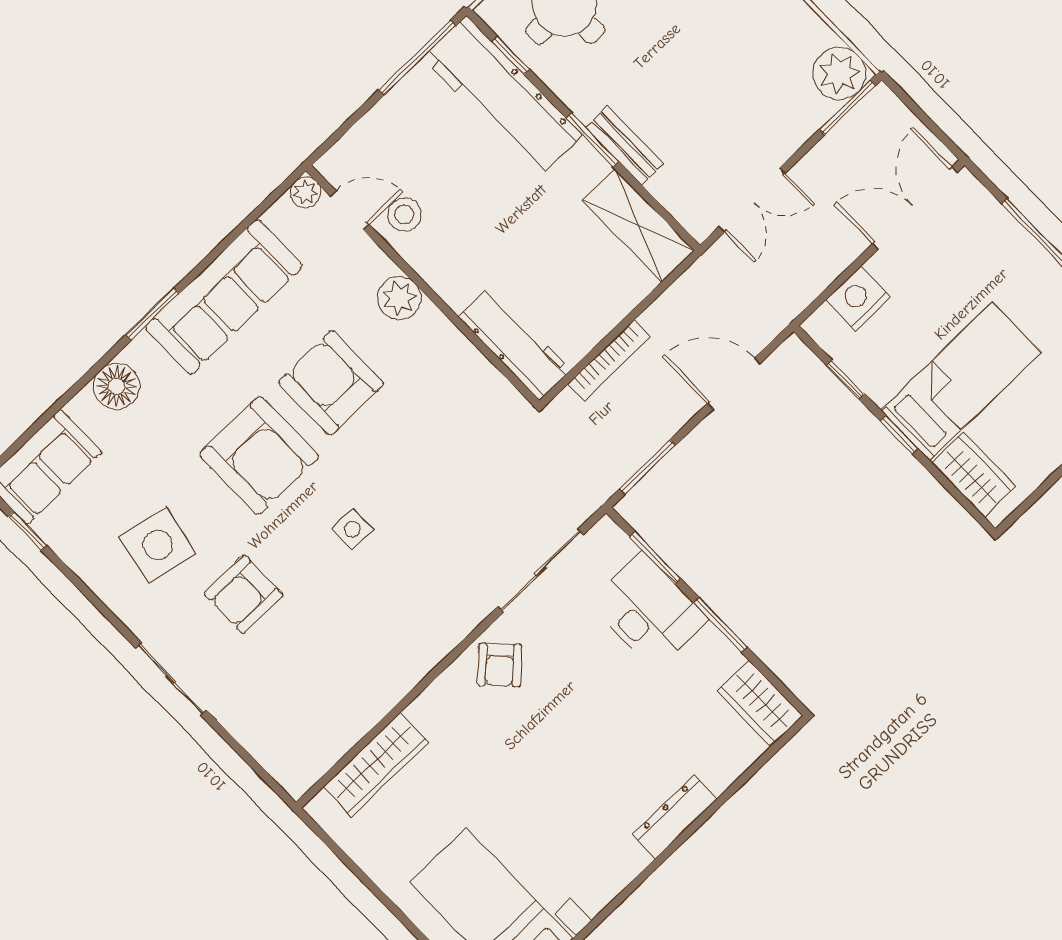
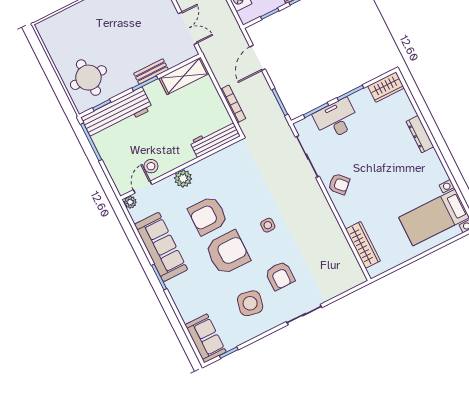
floor lamp: (116, 386) -> (183, 300), removed

